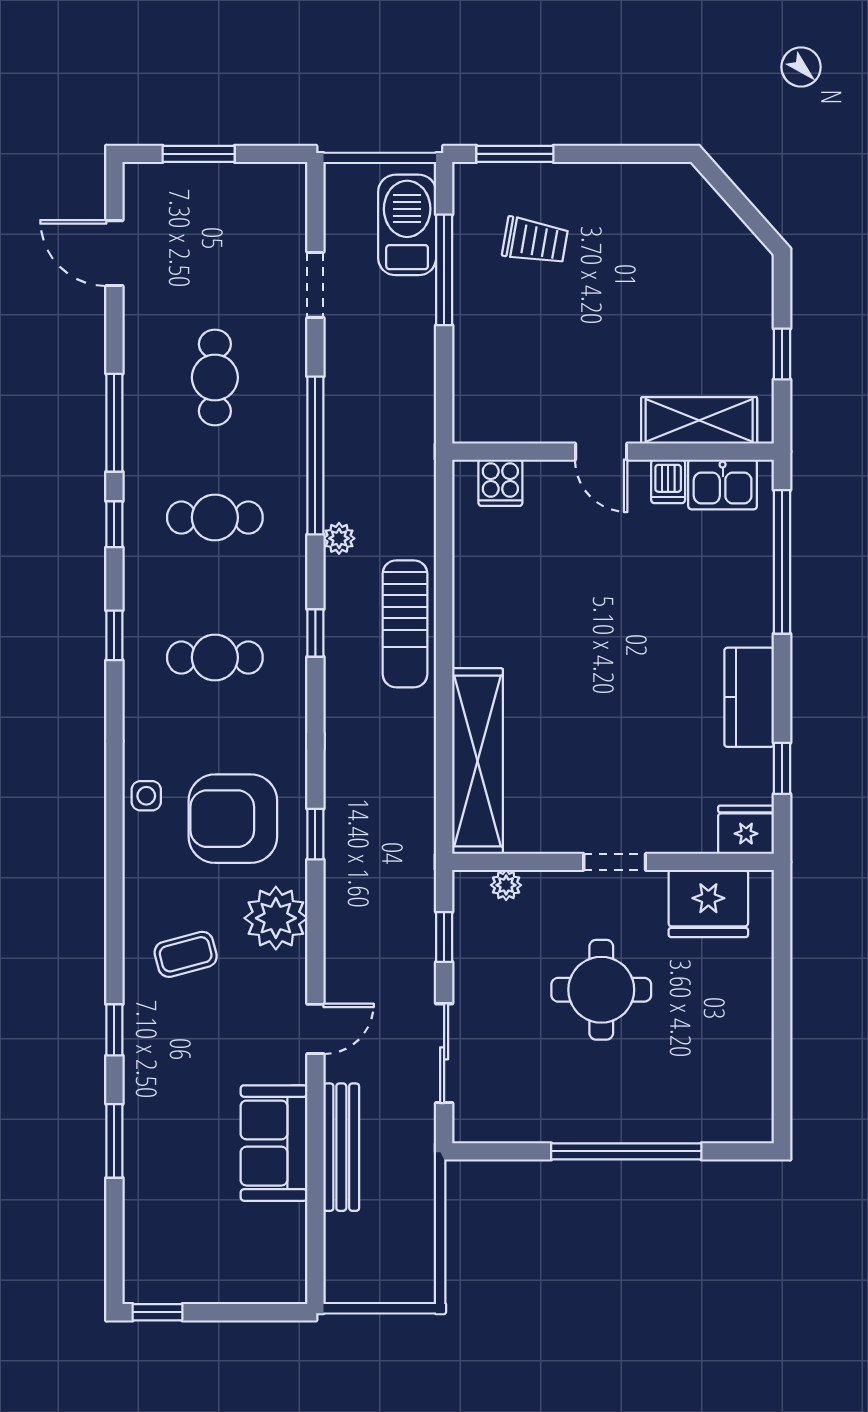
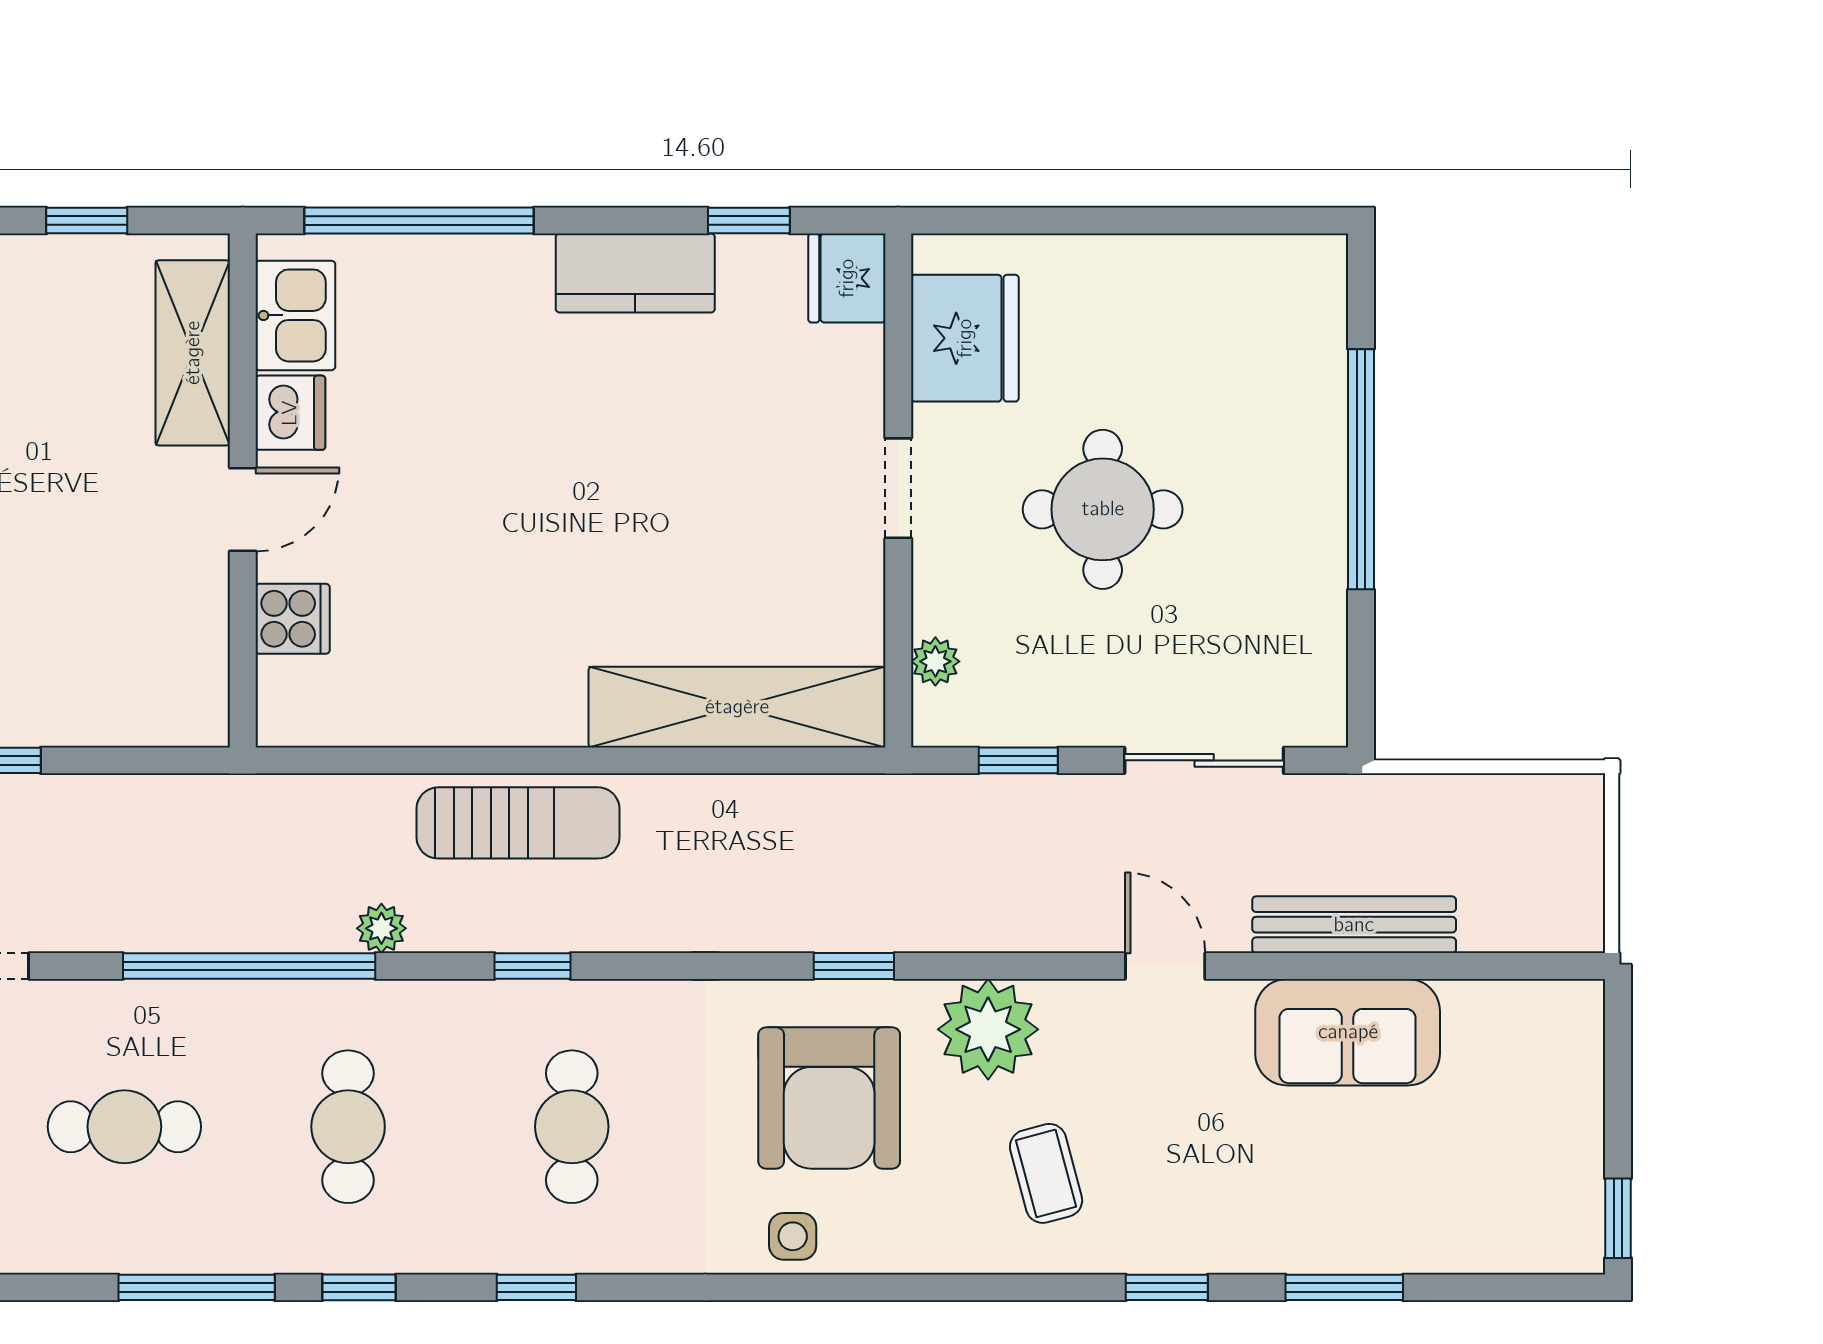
dishwasher: (668, 481) -> (290, 413), width x1.38
cooker: (500, 483) -> (293, 619), moved

